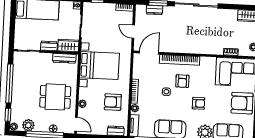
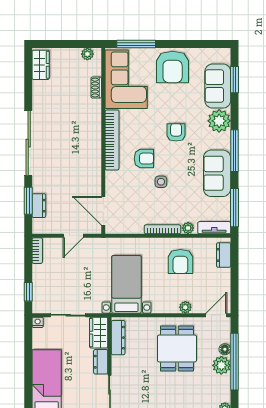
bookcase: (180, 60) -> (112, 140), moved
bed with nightstands: (99, 66) -> (126, 284), width x0.73
plant: (28, 125) -> (221, 365), moved

